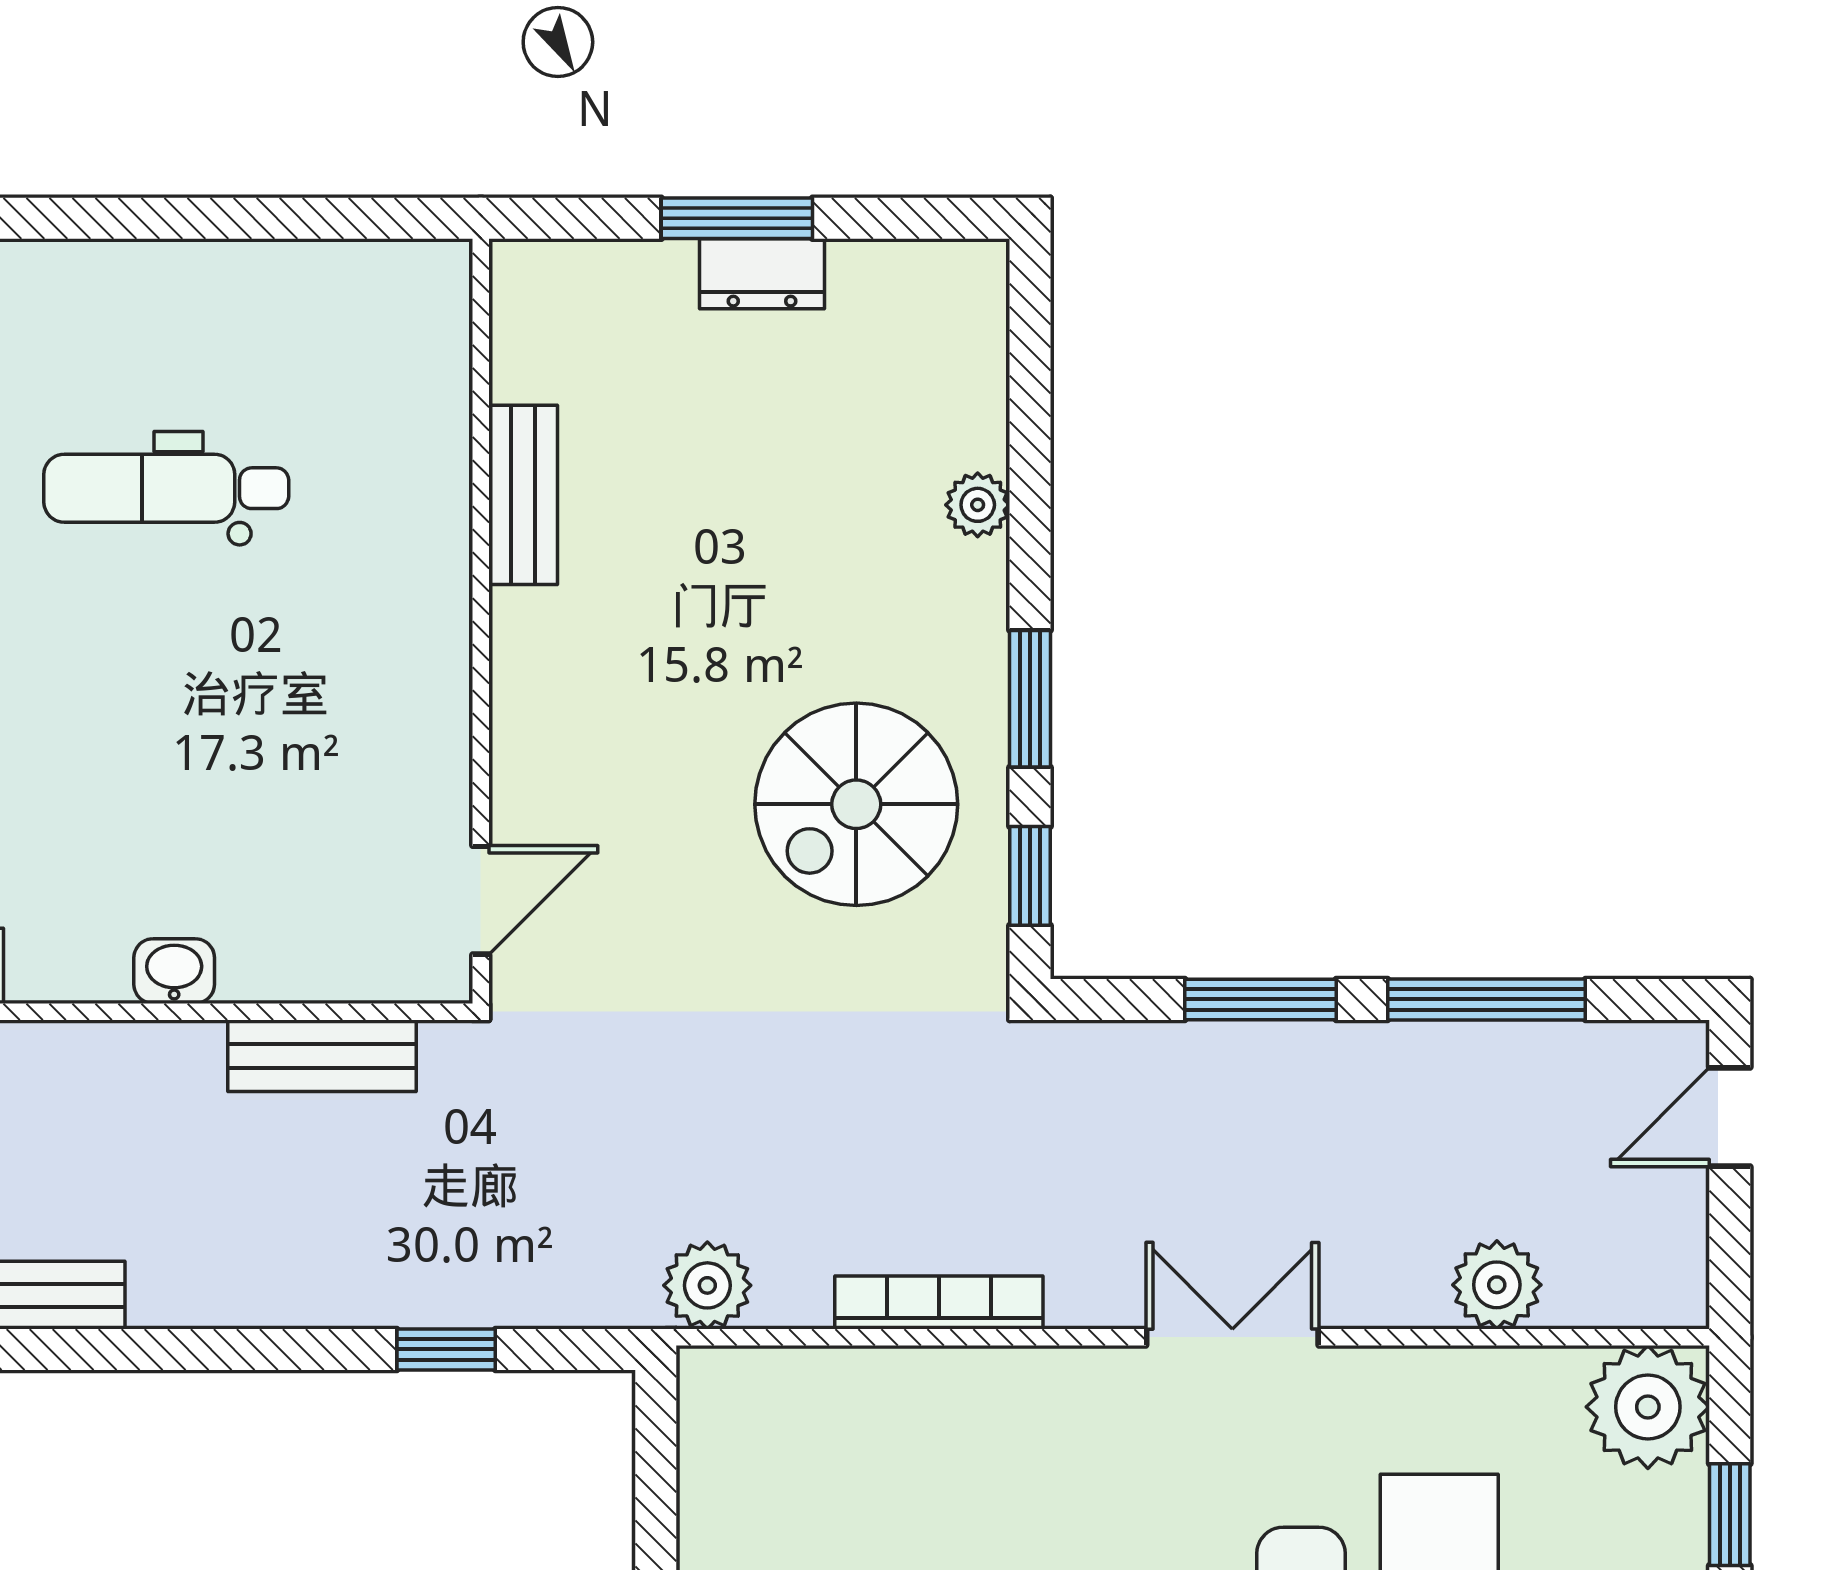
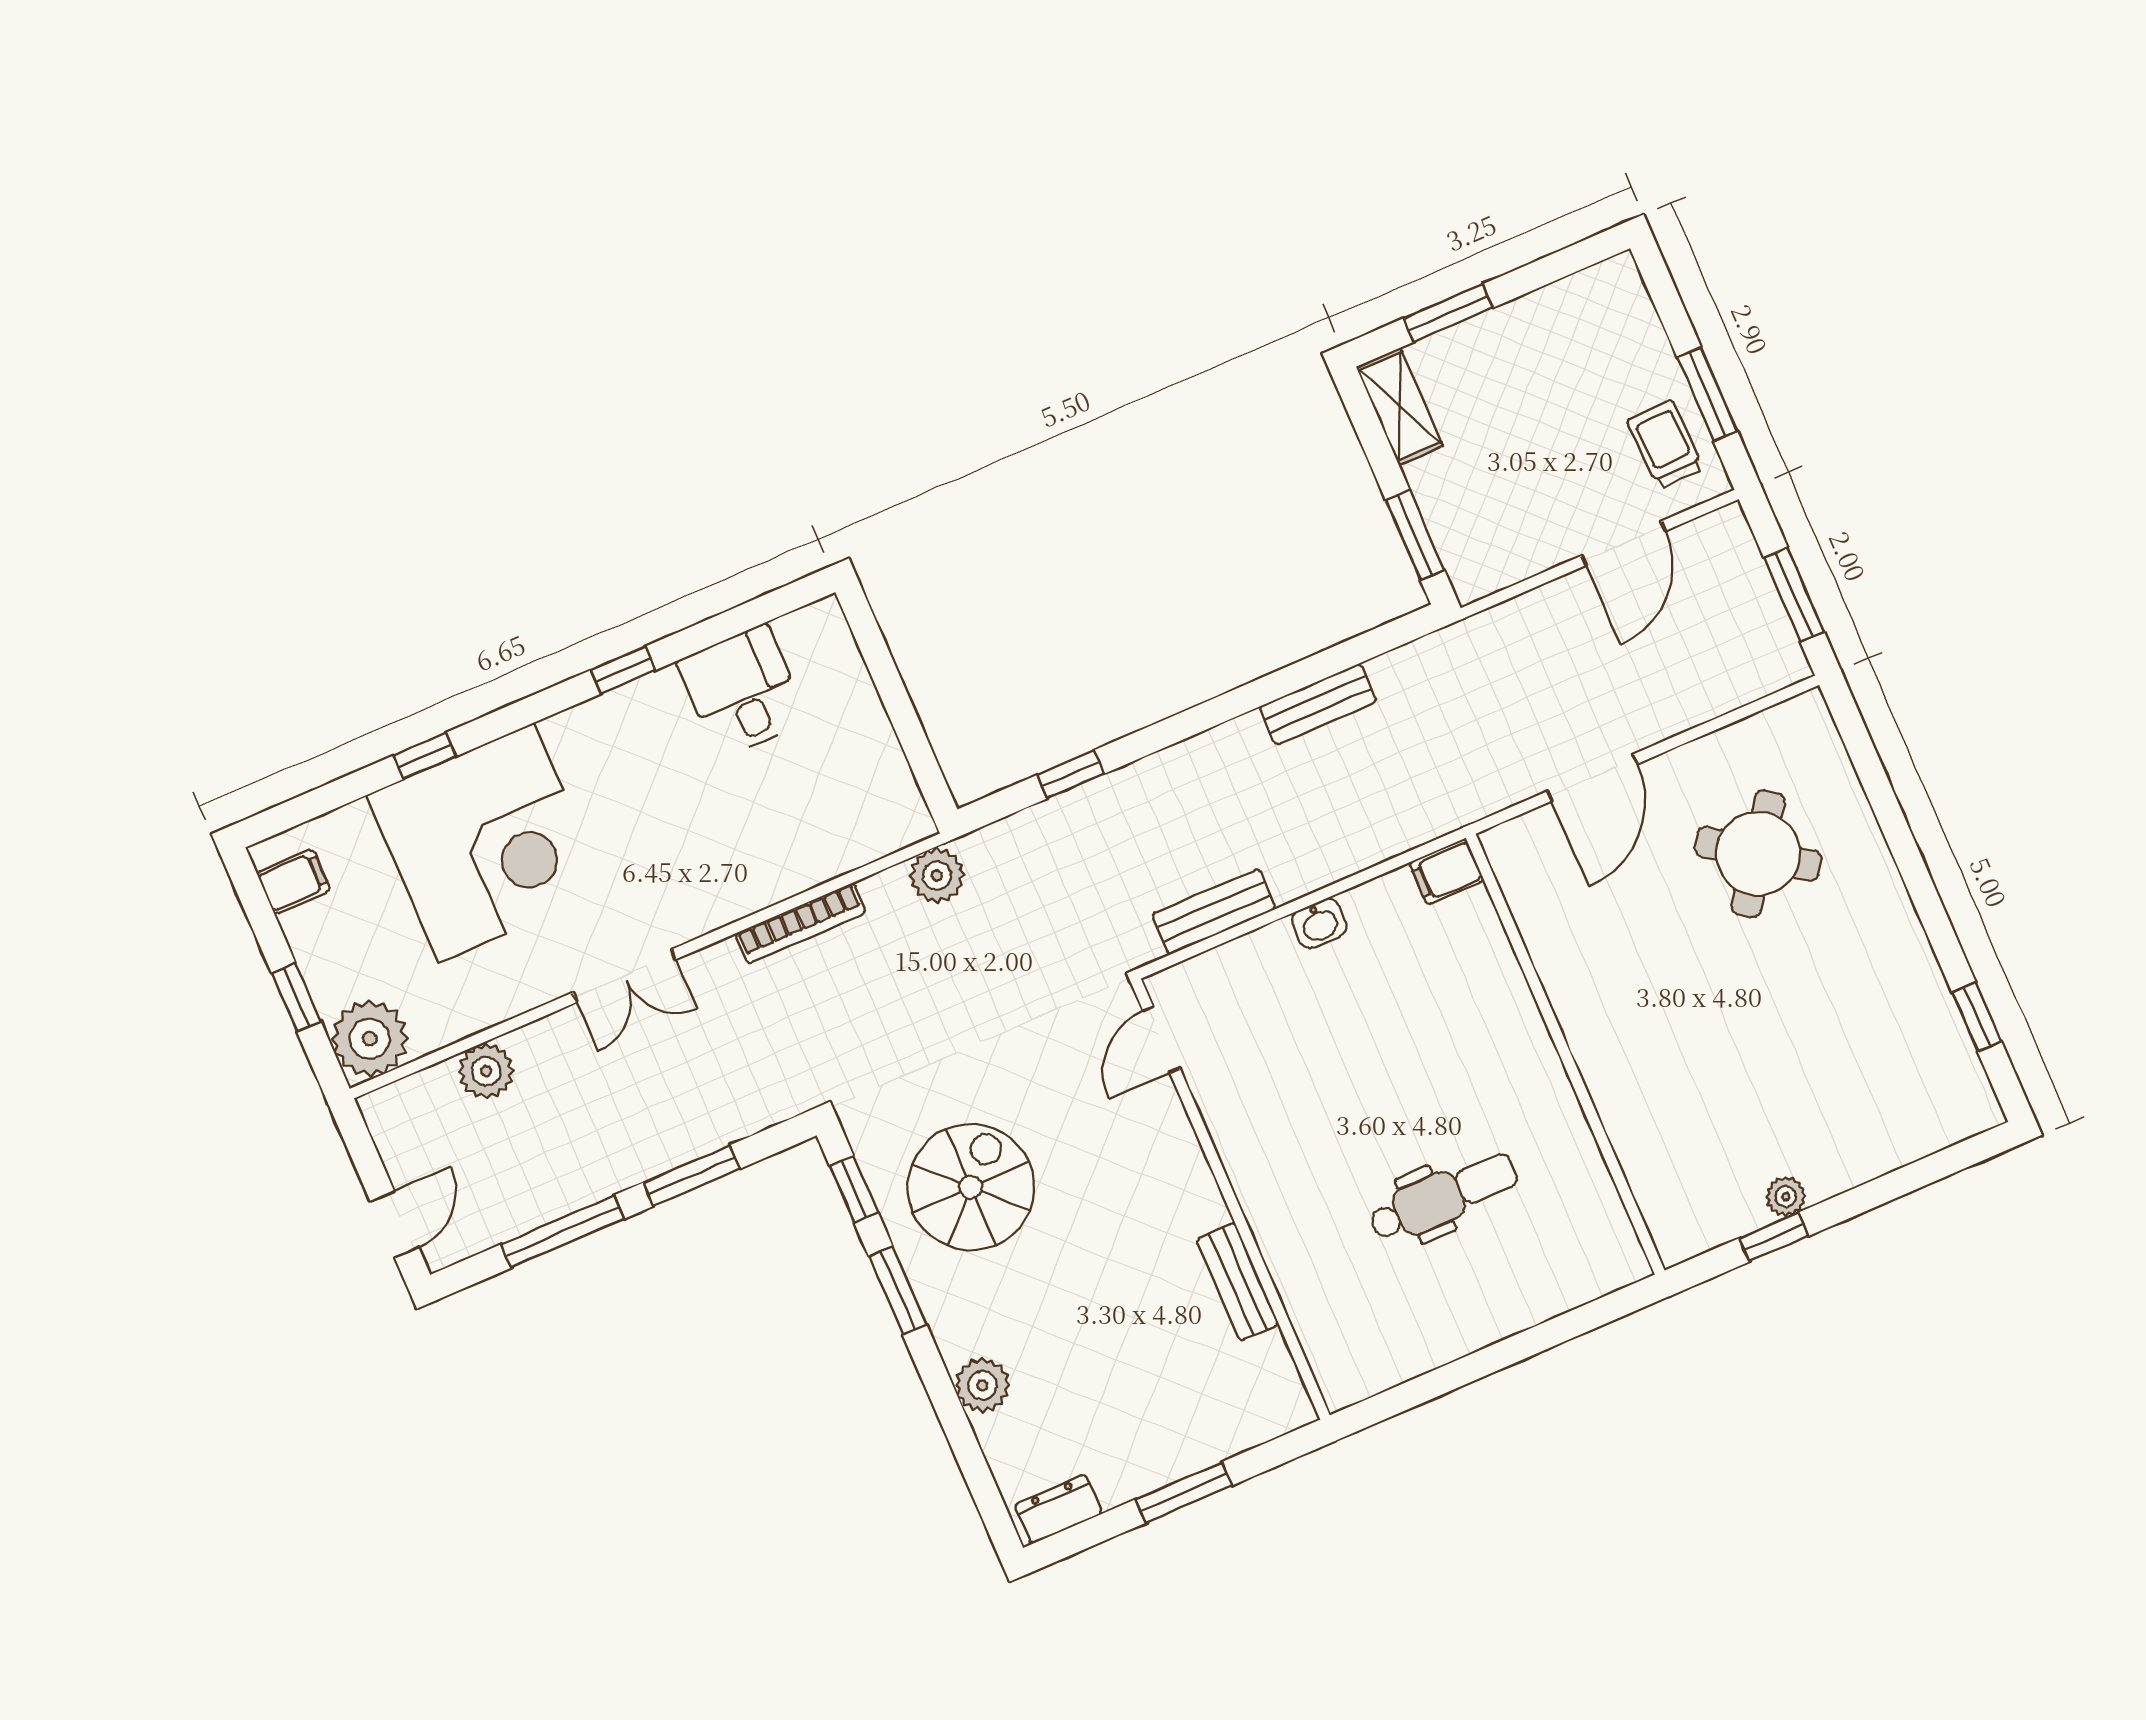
dresser: (762, 274) -> (1058, 1509), moved
plant: (978, 505) -> (982, 1385), width x1.38, depth x1.38

